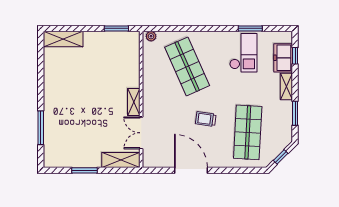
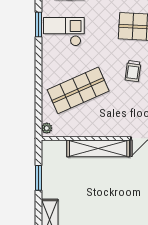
window: (116, 28) -> (38, 178), moved
shelving: (134, 102) -> (98, 148), width x2.20, depth x1.33

